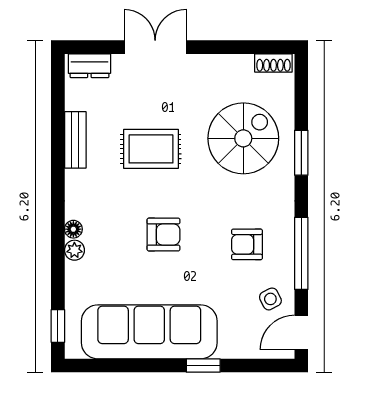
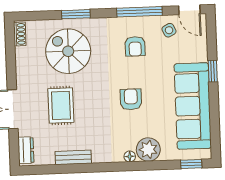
rug: (151, 149) -> (61, 105), moved
plant: (74, 250) -> (148, 150), width x1.88, depth x1.88

